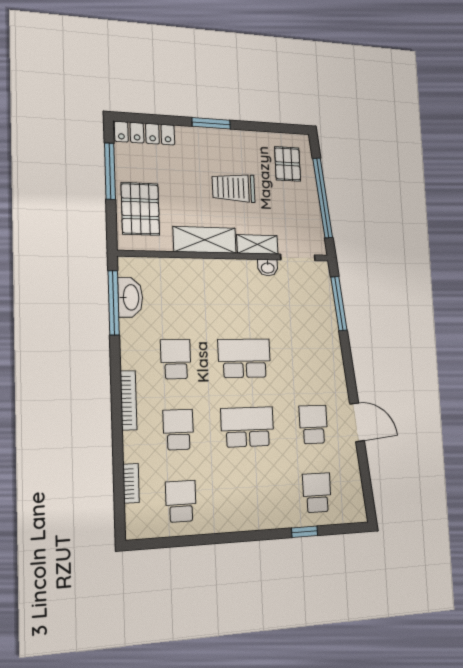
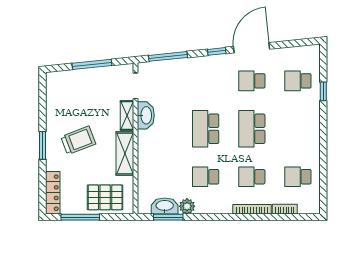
pallet: (288, 164) -> (68, 90), removed
trolley: (234, 188) -> (78, 140), moved, turned -111
window: (323, 198) -> (92, 64), width x0.68
washbasin: (268, 268) -> (146, 115), width x1.91, depth x1.45
window: (114, 303) -> (168, 217), width x0.69
plant: (131, 331) -> (187, 206), added
window: (349, 373) -> (217, 51), added
bookcase: (129, 400) -> (252, 209), moved
door: (357, 422) -> (251, 48), width x1.36

